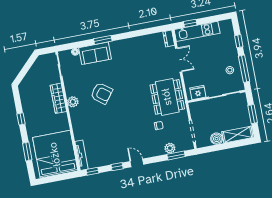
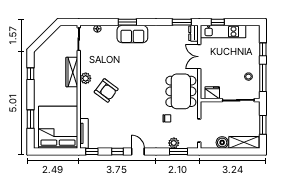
window: (155, 30) -> (182, 22), added
sofa: (95, 53) -> (132, 34), moved
double door: (179, 60) -> (199, 57), swing flipped
armchair: (101, 93) -> (106, 90), moved
window: (21, 119) -> (31, 74), moved

